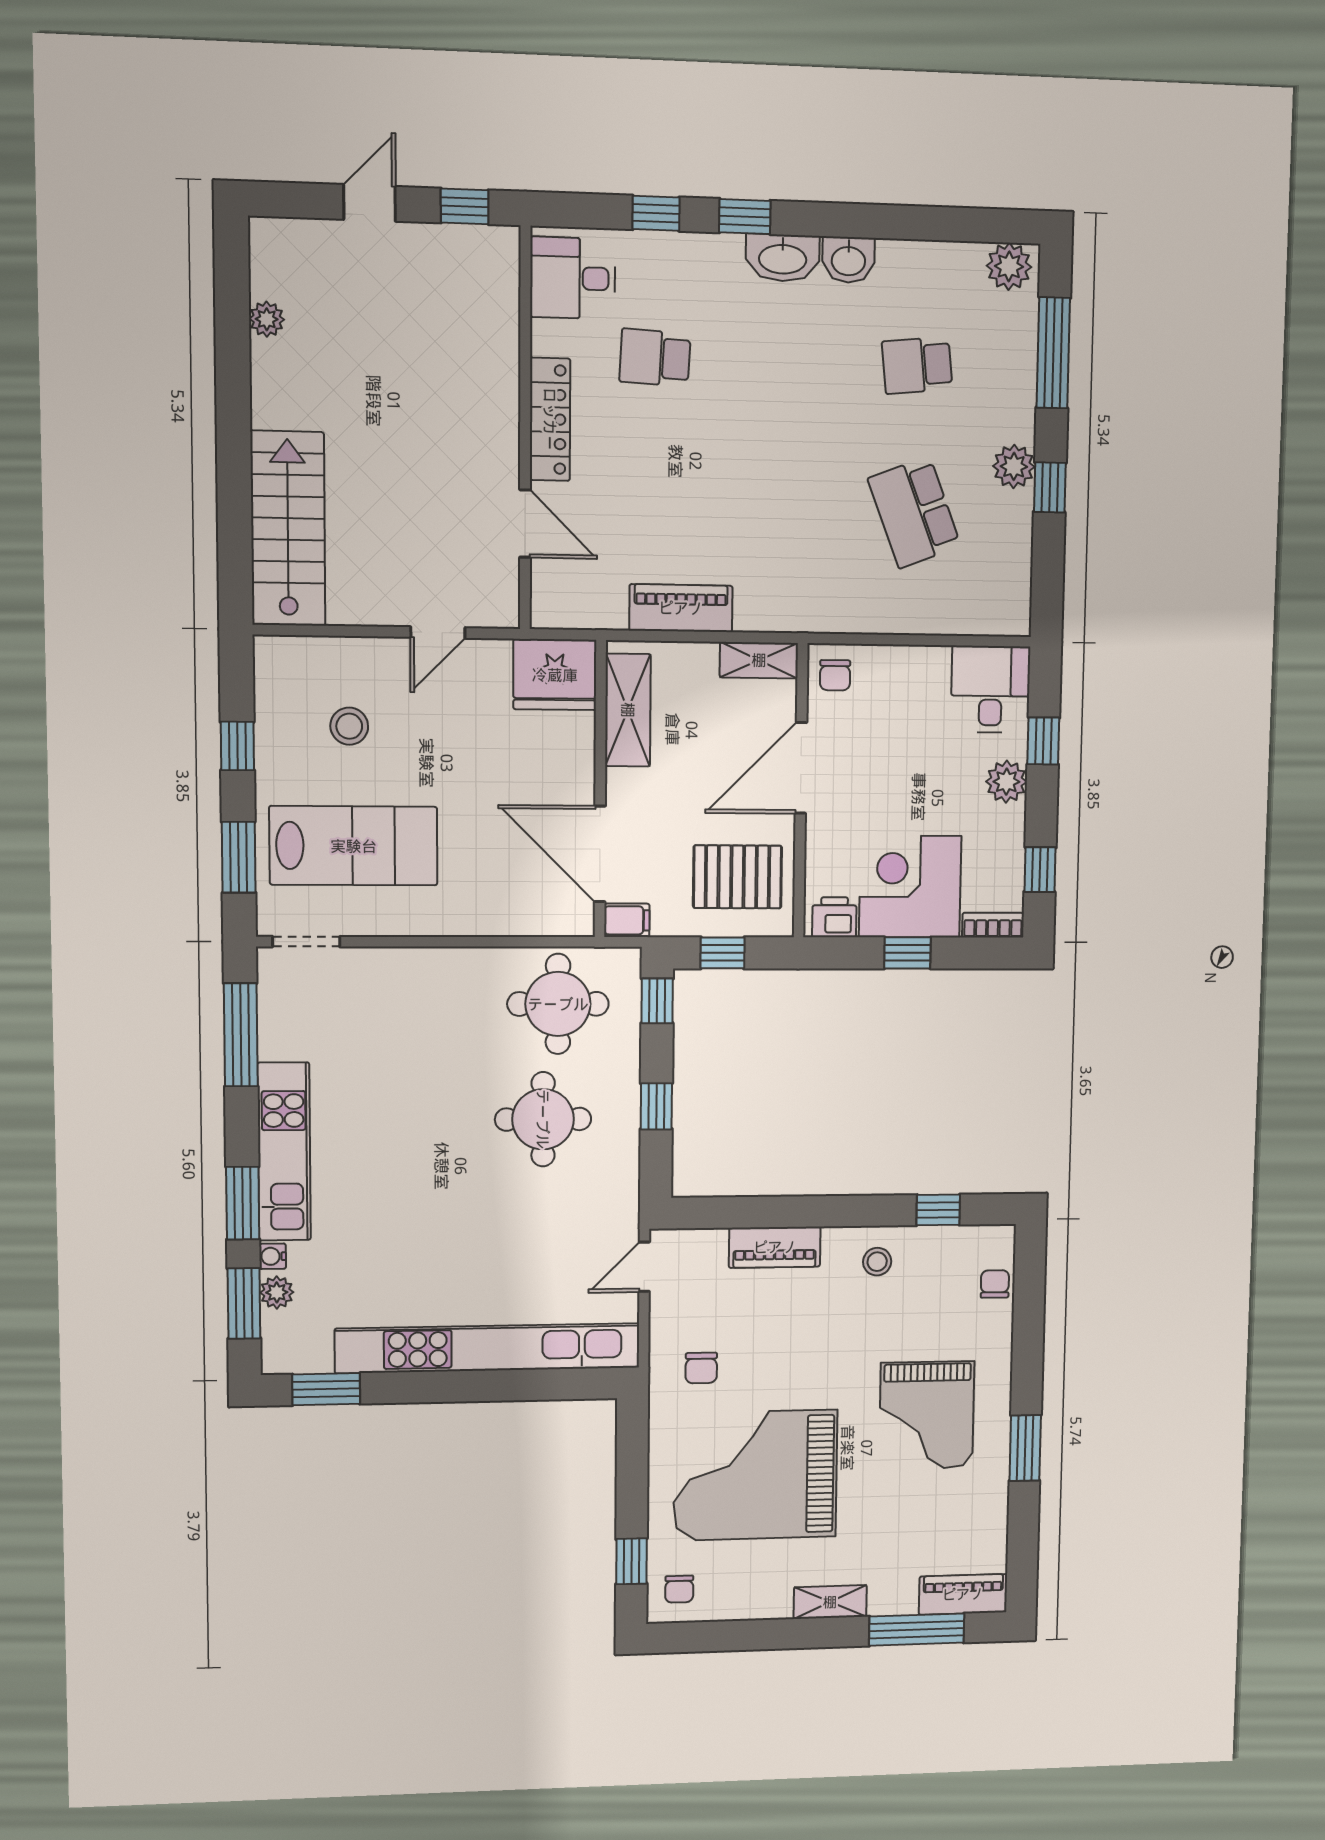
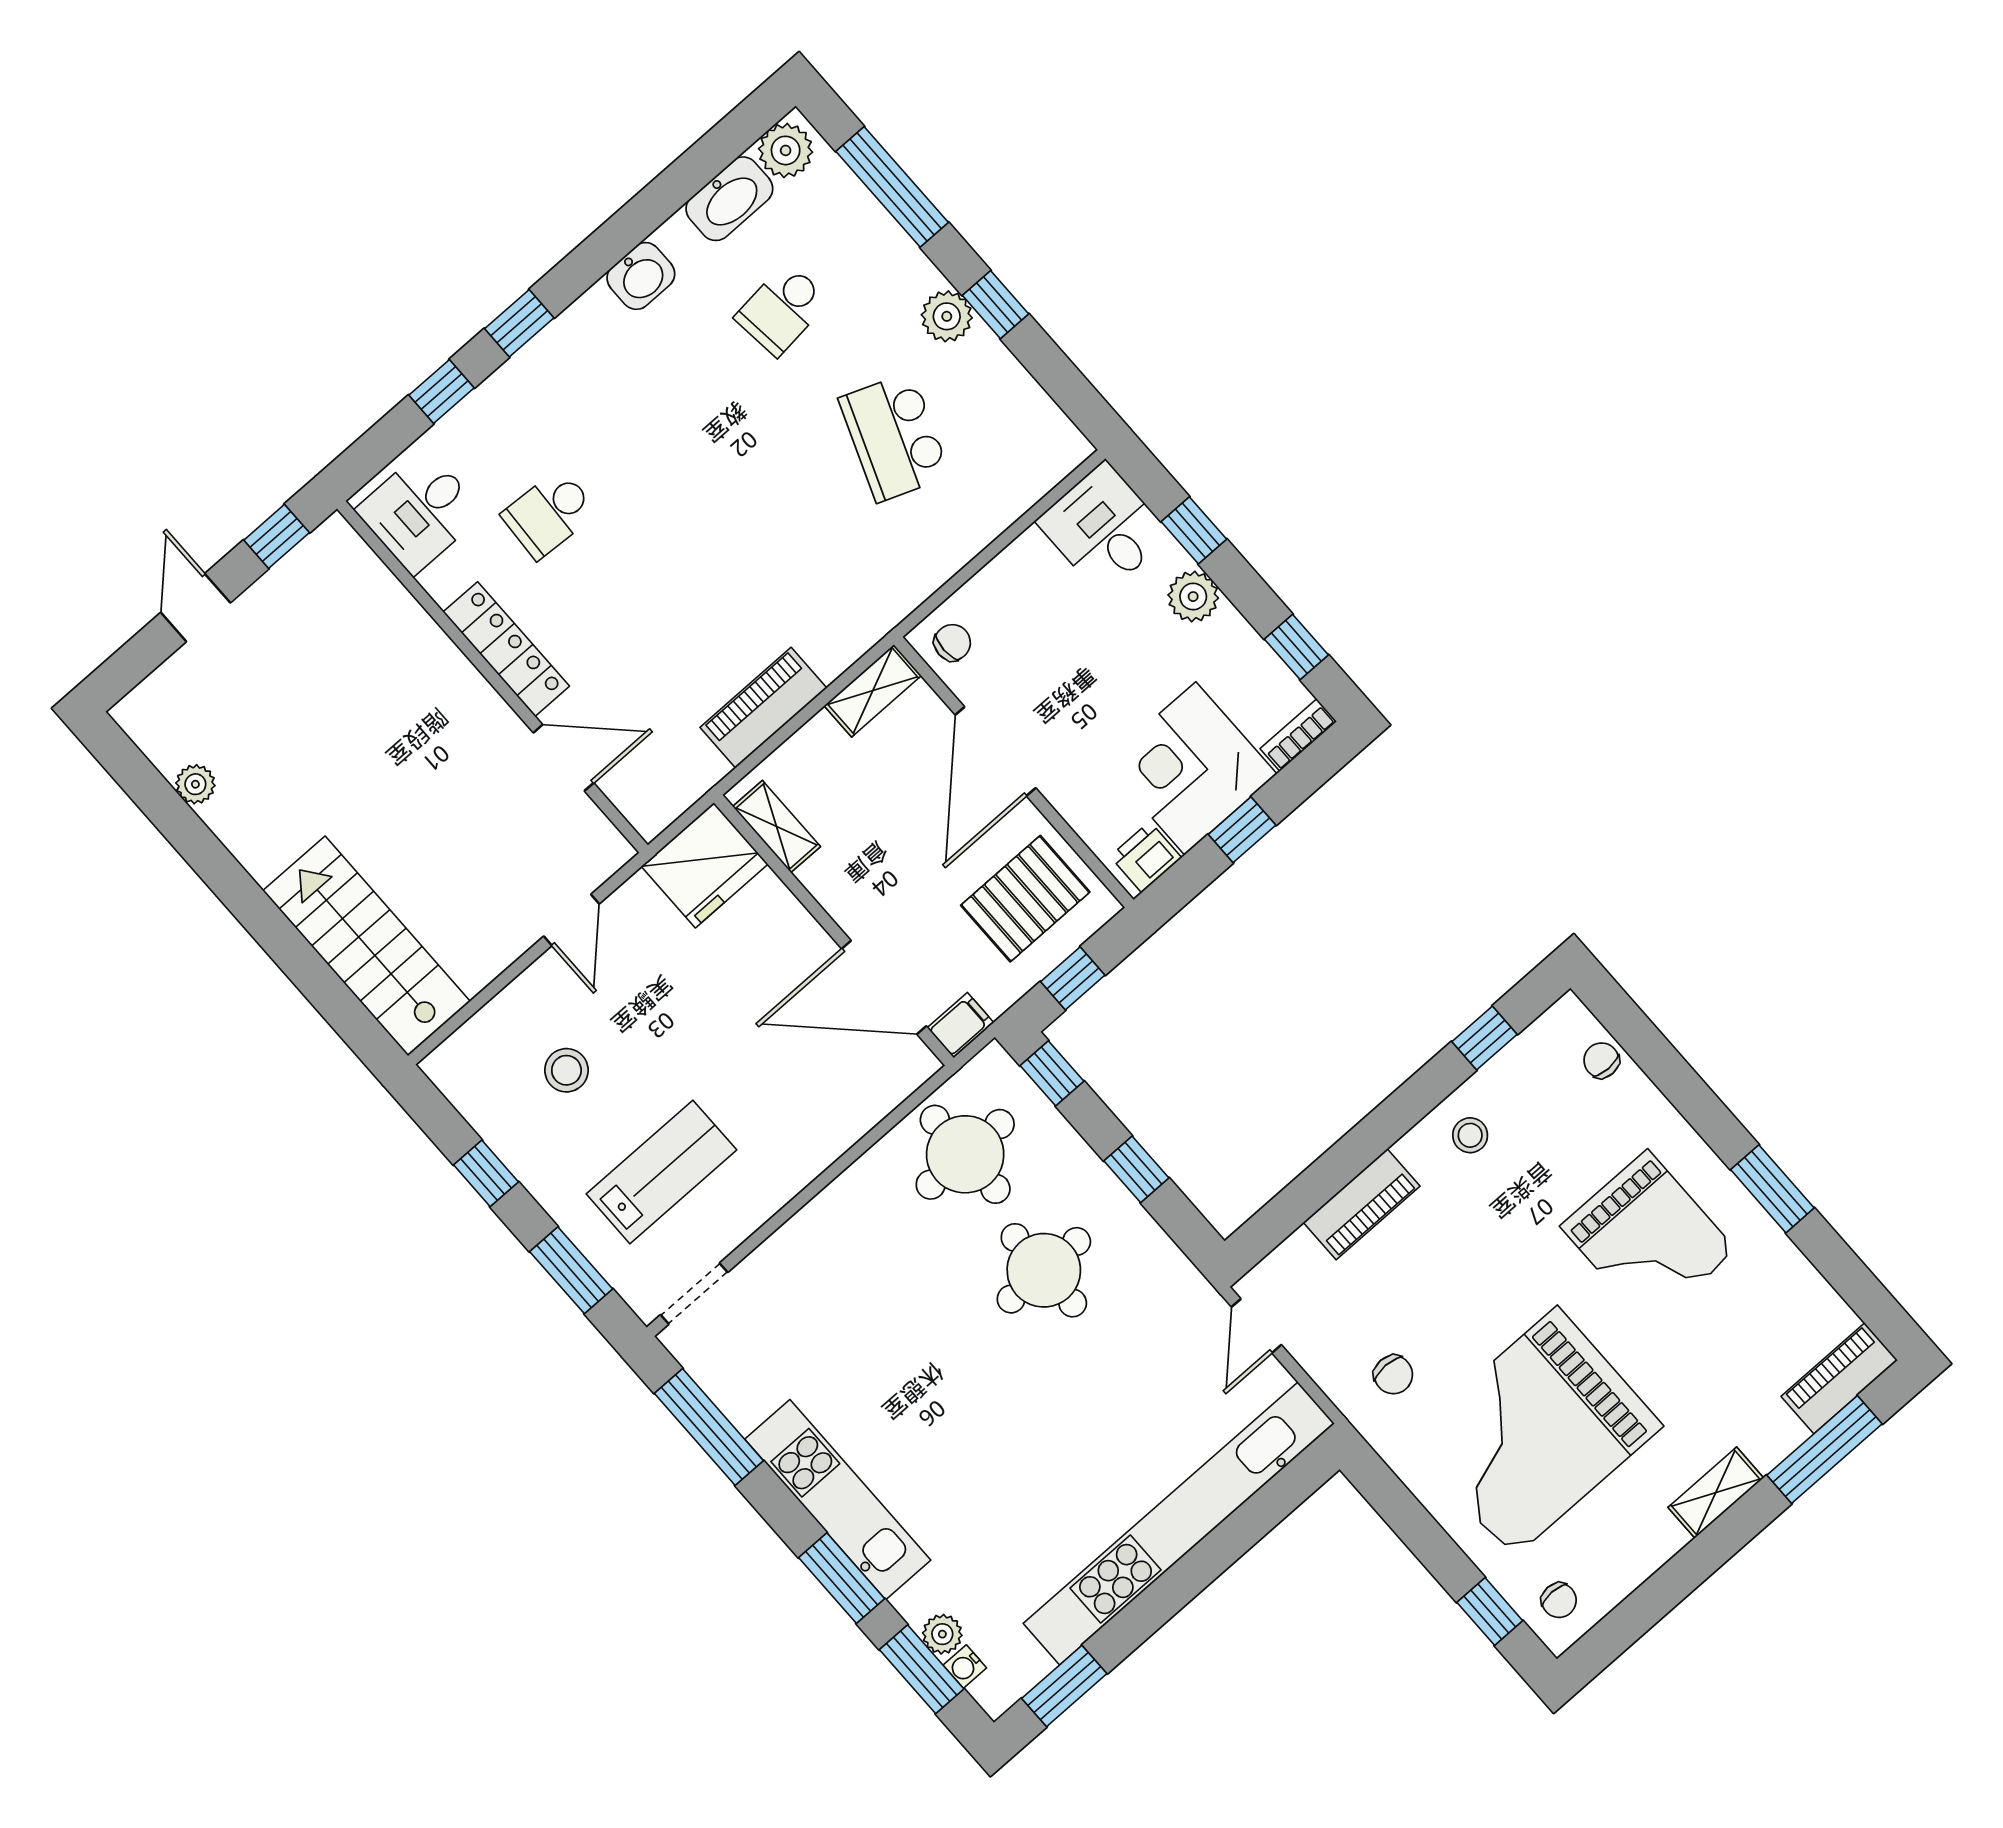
washbasin: (783, 258) -> (729, 199), moved
school desk: (914, 512) -> (894, 437), turned 42
chair: (835, 675) -> (952, 643), turned -90
shelving: (628, 710) -> (777, 827), width x0.67, depth x0.75
lab bench: (354, 846) -> (661, 1172), width x0.73, depth x0.72
water cooler: (273, 1256) -> (965, 1666), moved

